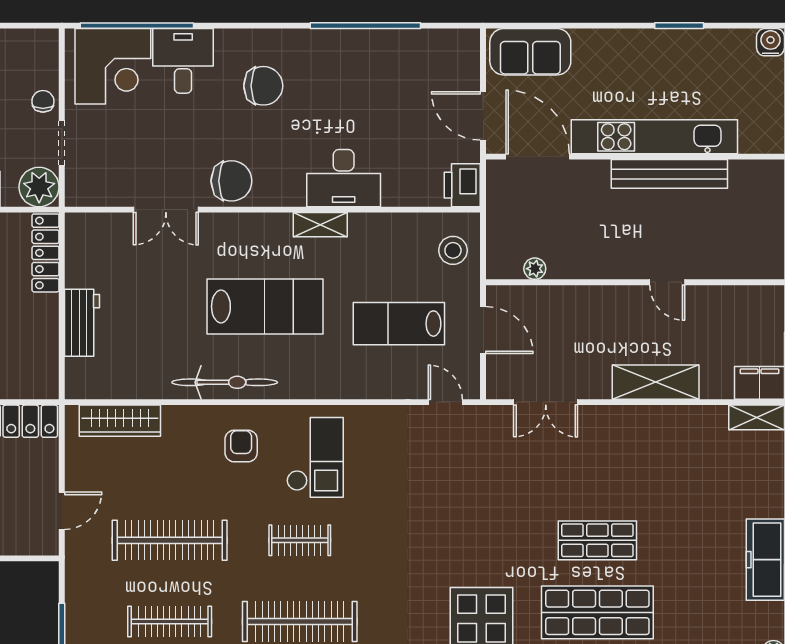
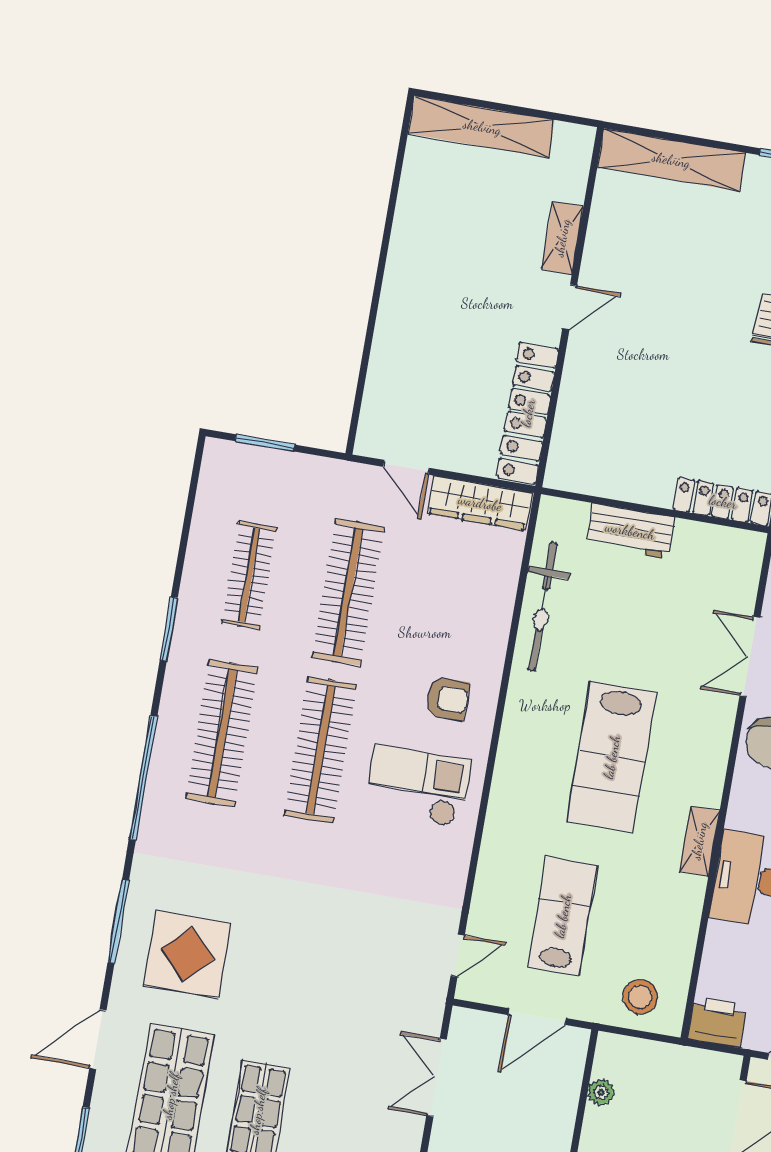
bicycle: (225, 382) -> (543, 607), moved
wardrobe: (120, 421) -> (480, 503), moved, turned -90
checkout: (315, 457) -> (418, 786), turned 180
clothes rail: (300, 540) -> (320, 750), width x1.86, depth x1.31

